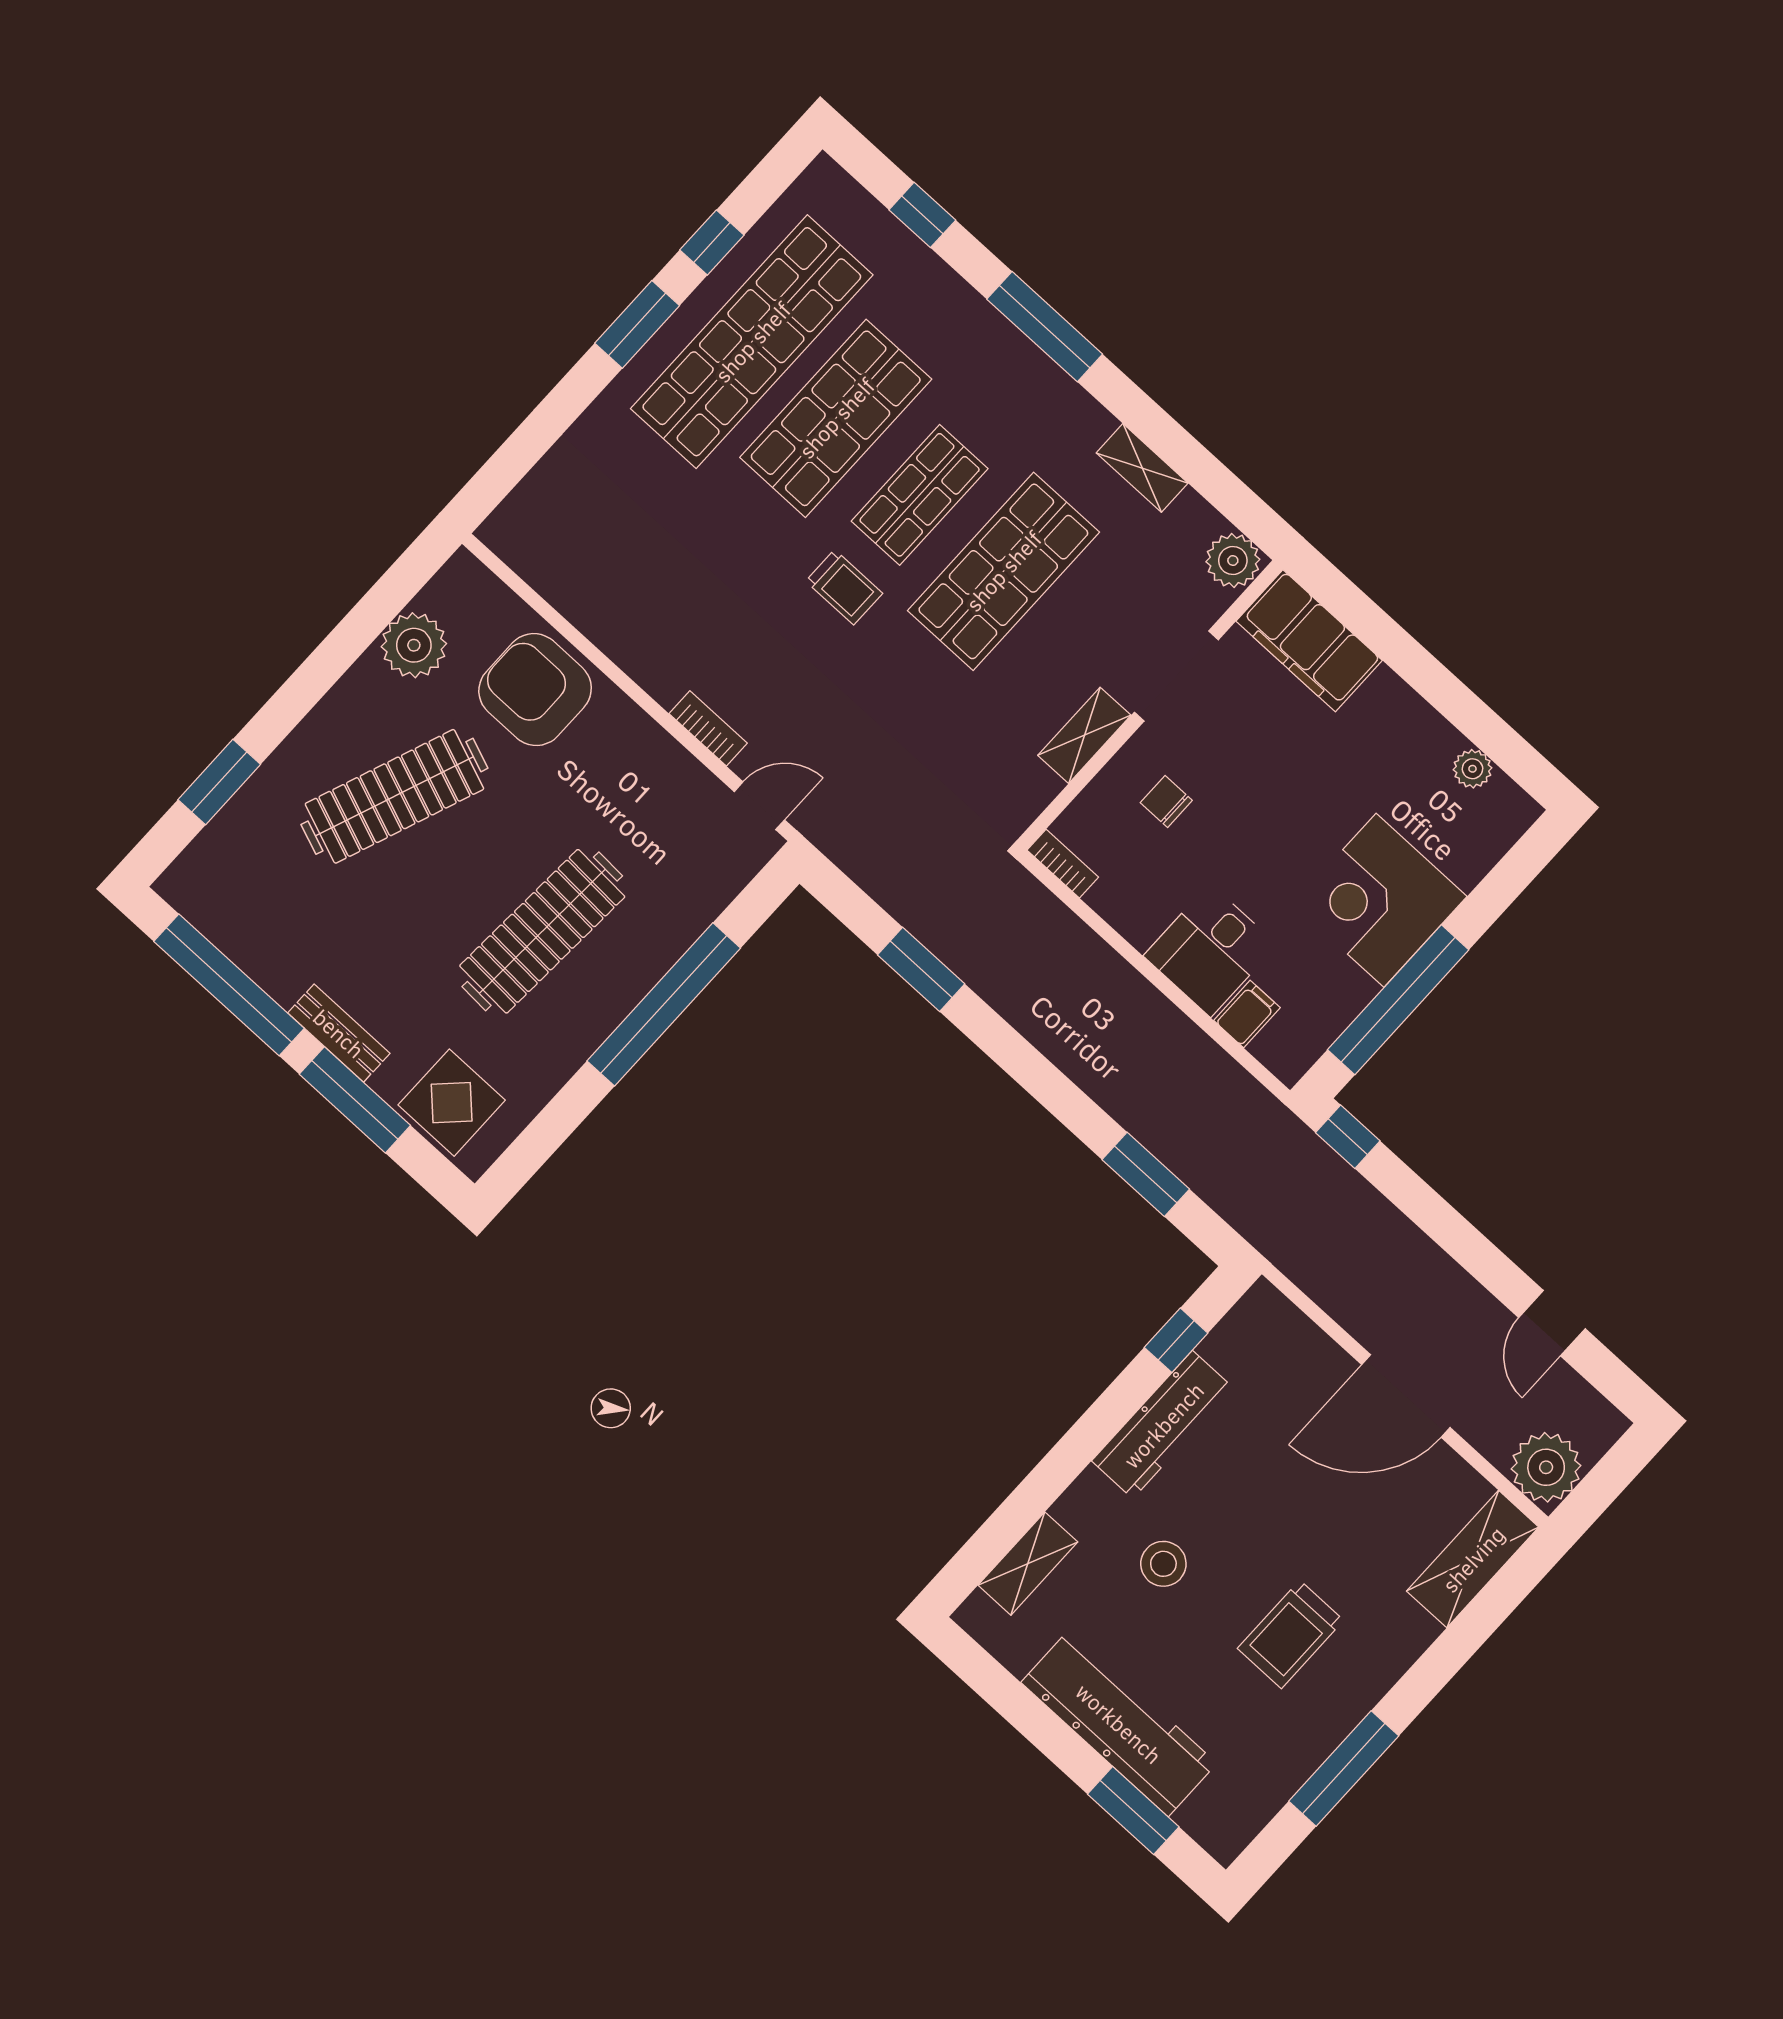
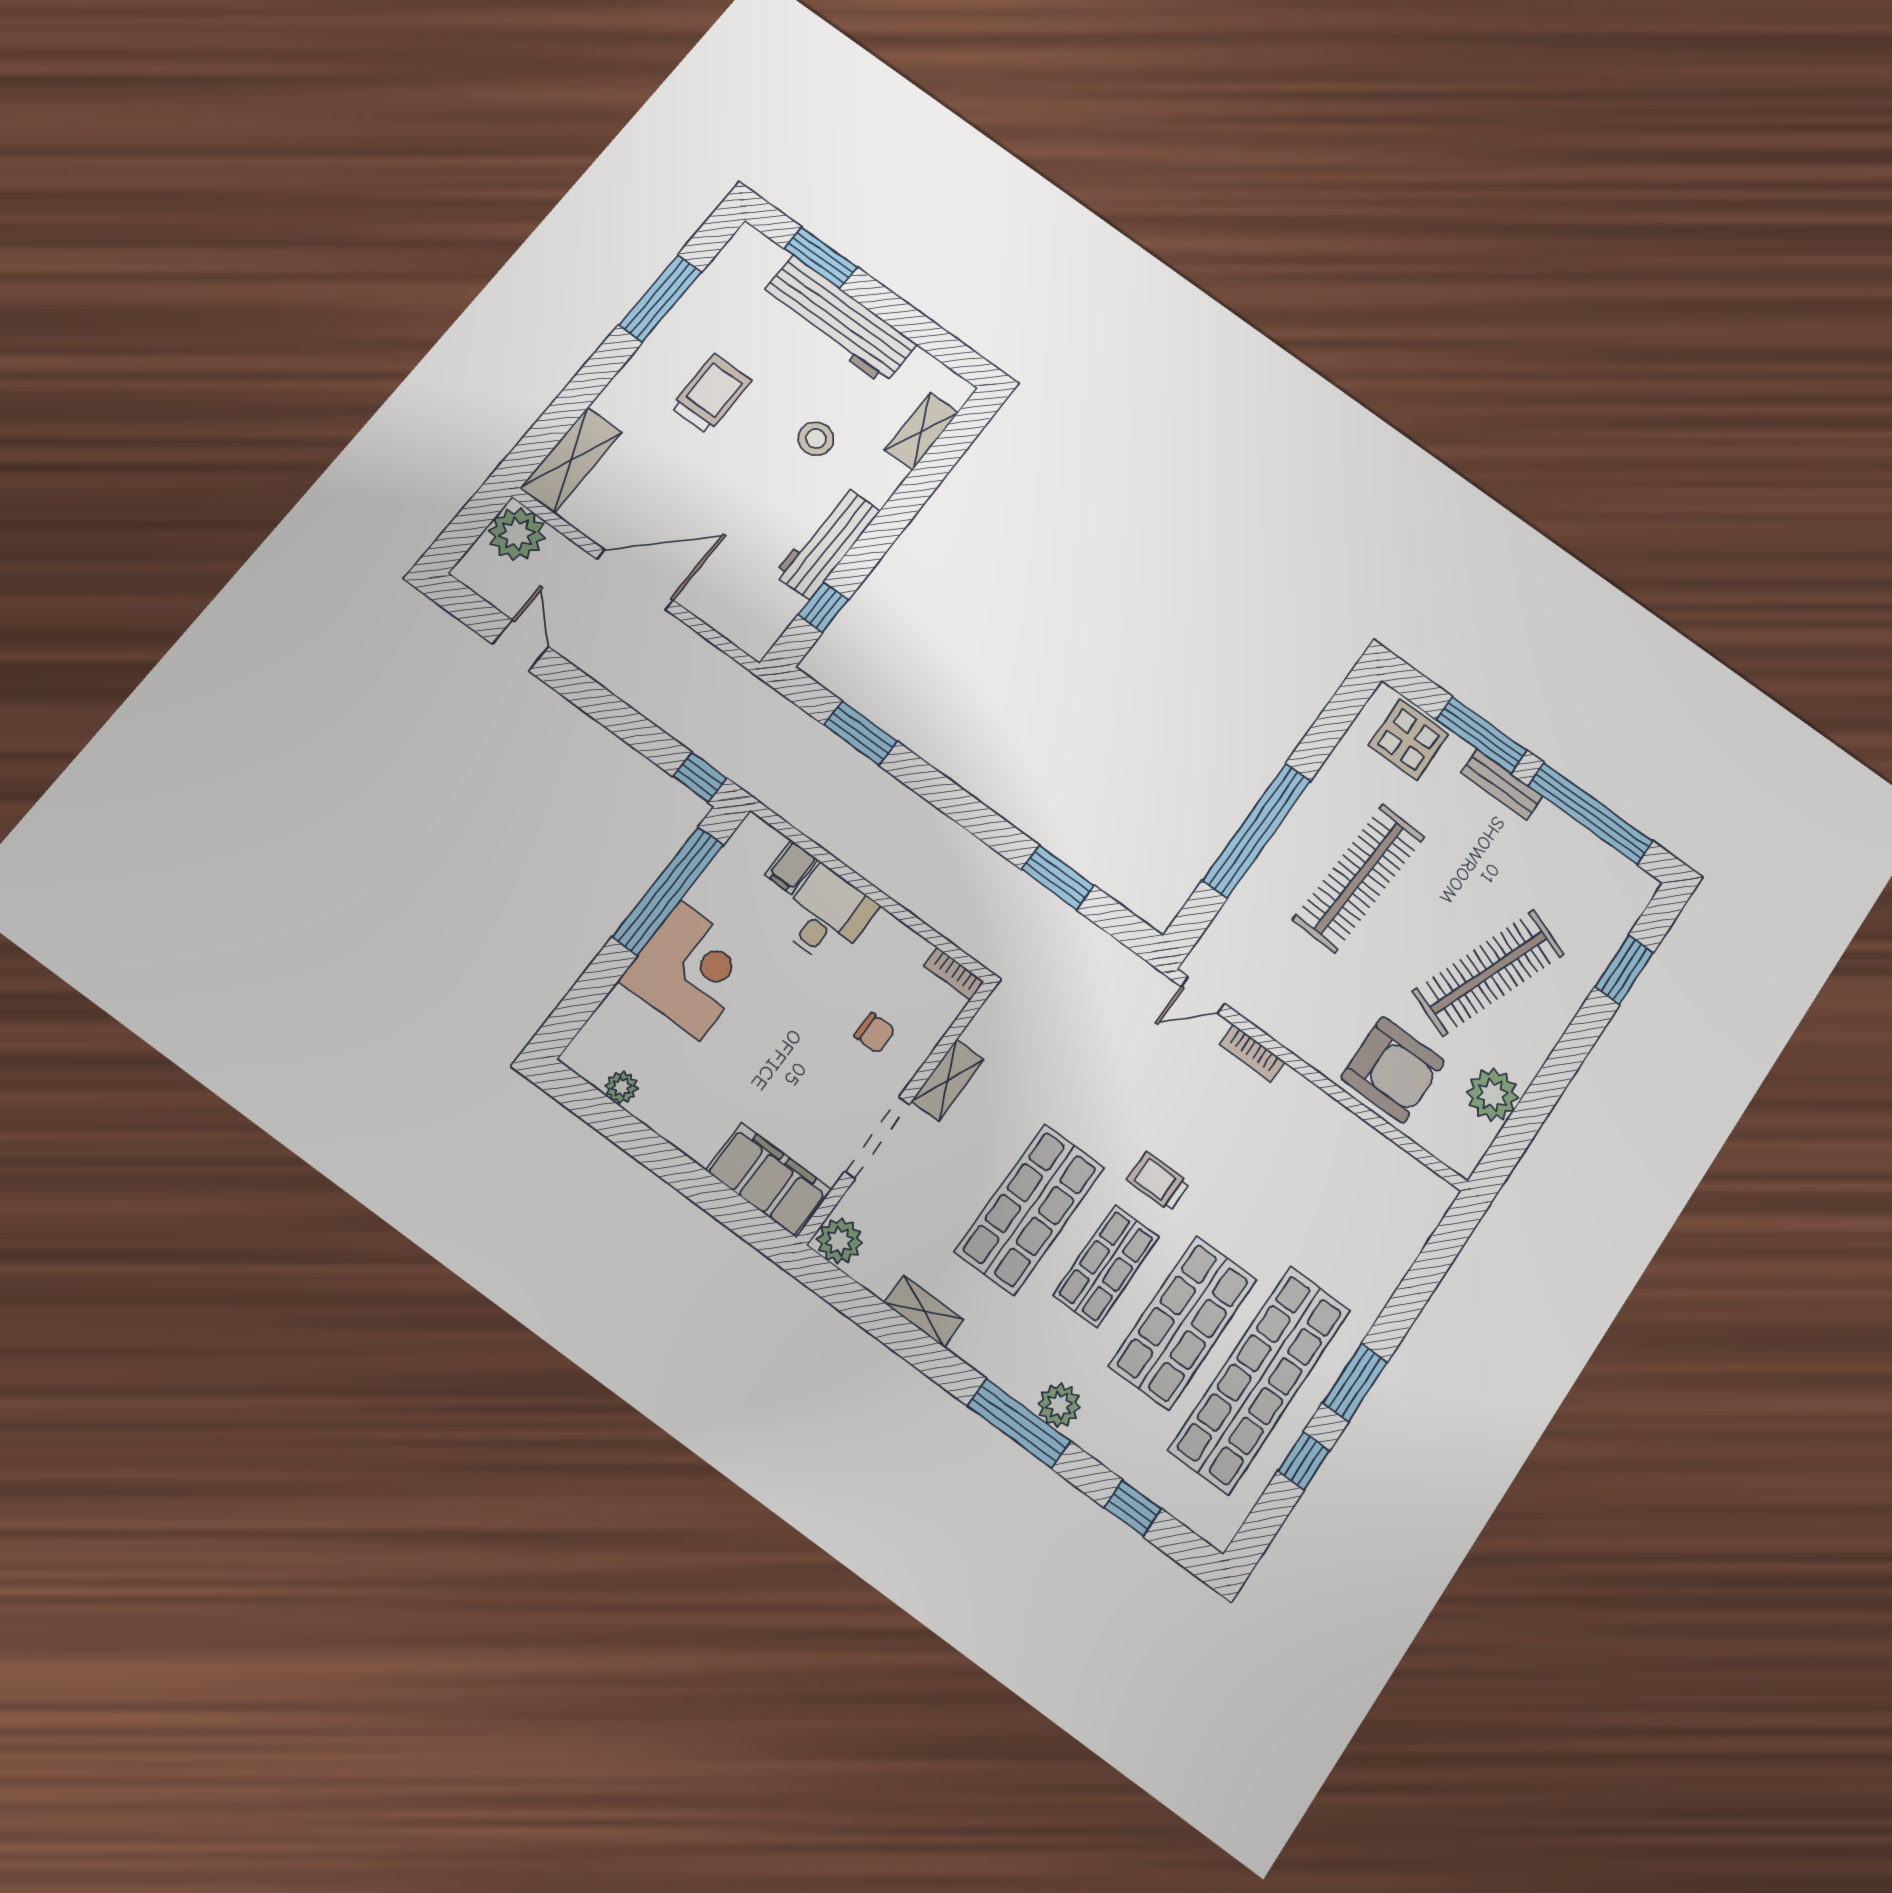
plant: (995, 341) -> (1059, 1405), added

